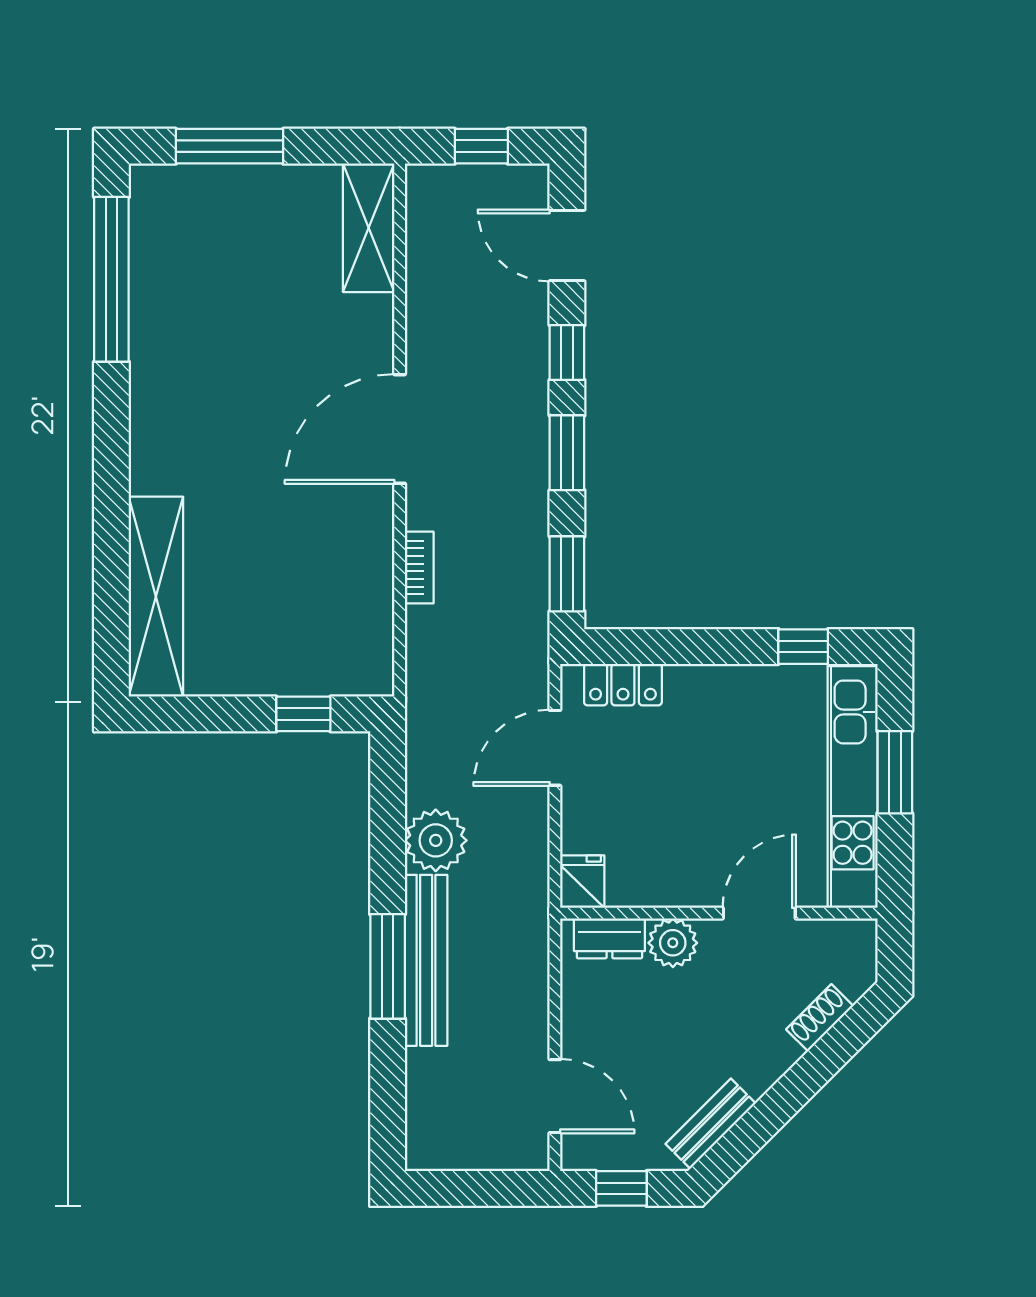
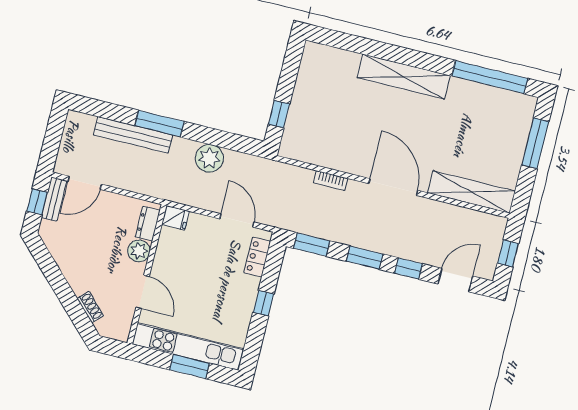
shelving: (369, 228) -> (471, 192), width x1.47
shelving: (156, 597) -> (404, 77), moved
window: (803, 647) -> (263, 303), moved
bench: (426, 960) -> (133, 135), moved
bench: (711, 1124) -> (54, 199), moved, turned 45

